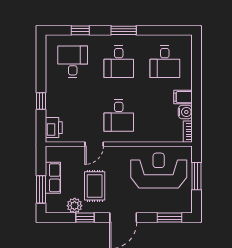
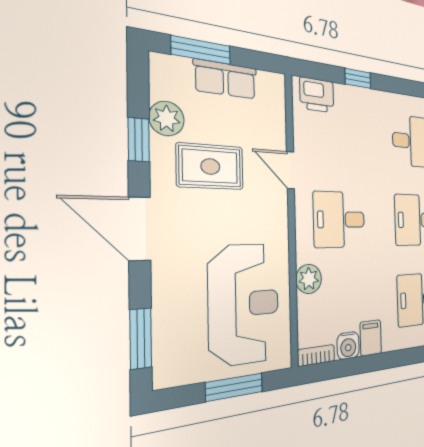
plant: (149, 135) -> (309, 279), added

